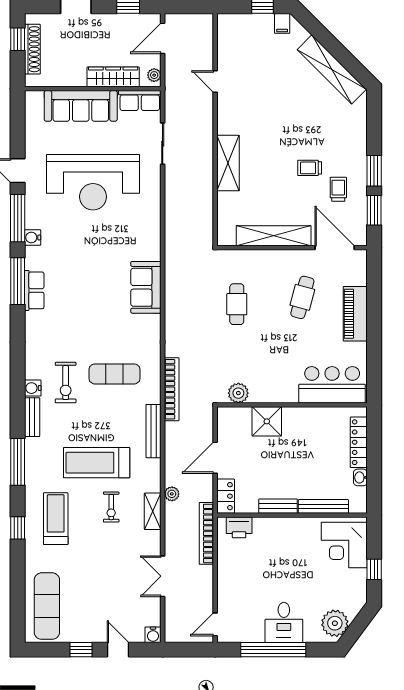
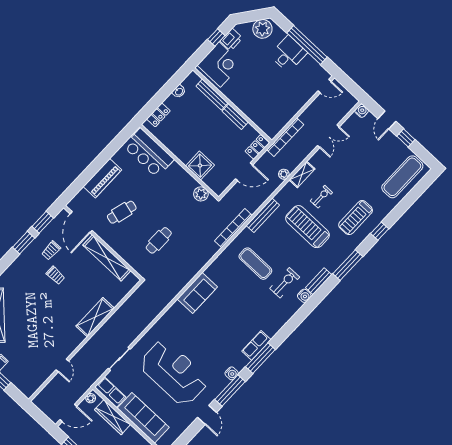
locker: (359, 442) -> (158, 115), width x0.66
treadmill: (97, 463) -> (308, 227), turned 180
printer: (239, 527) -> (231, 39), moved, turned 90

